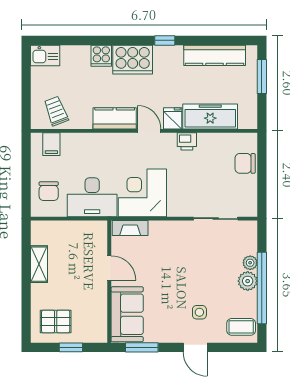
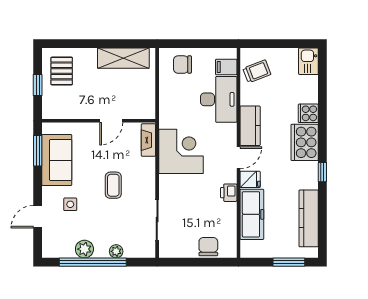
desk: (92, 197) -> (219, 99), moved, turned 180
shelving: (39, 264) -> (123, 58), width x1.50, depth x1.33
plant: (248, 281) -> (84, 249), moved
sofa: (127, 314) -> (57, 160), moved, turned -90
coffee table: (241, 327) -> (113, 185), moved
door: (195, 347) -> (38, 217), moved

